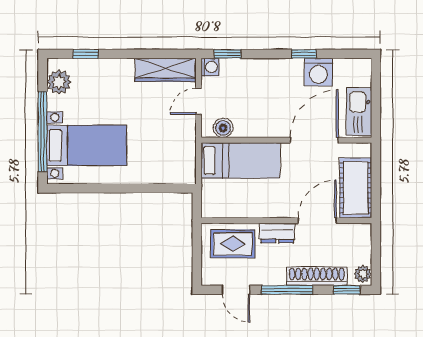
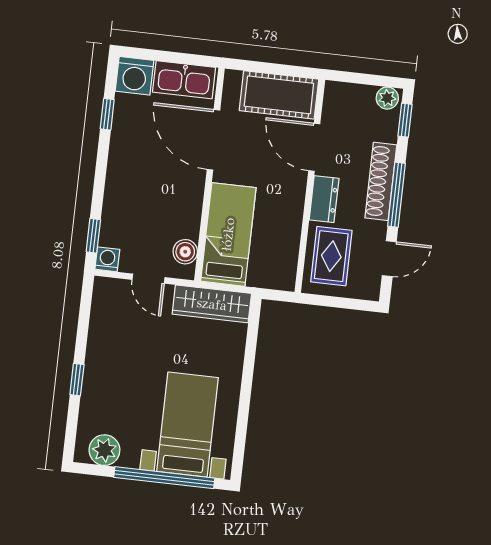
window: (86, 54) -> (77, 380), moved
window: (304, 54) -> (107, 114), moved
wardrobe: (166, 70) -> (212, 304), moved, turned 90
washing machine: (318, 72) -> (135, 76), moved, turned 90
shoe rack: (317, 276) -> (381, 181), moved

